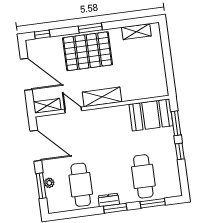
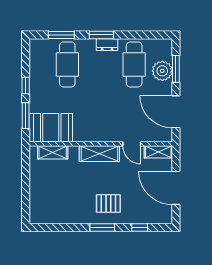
shelving: (136, 32) -> (53, 152), moved
window: (42, 34) -> (140, 227), moved
pallet: (88, 51) -> (108, 204), width x0.49, depth x0.50
plant: (49, 183) -> (162, 71), width x1.88, depth x1.88

